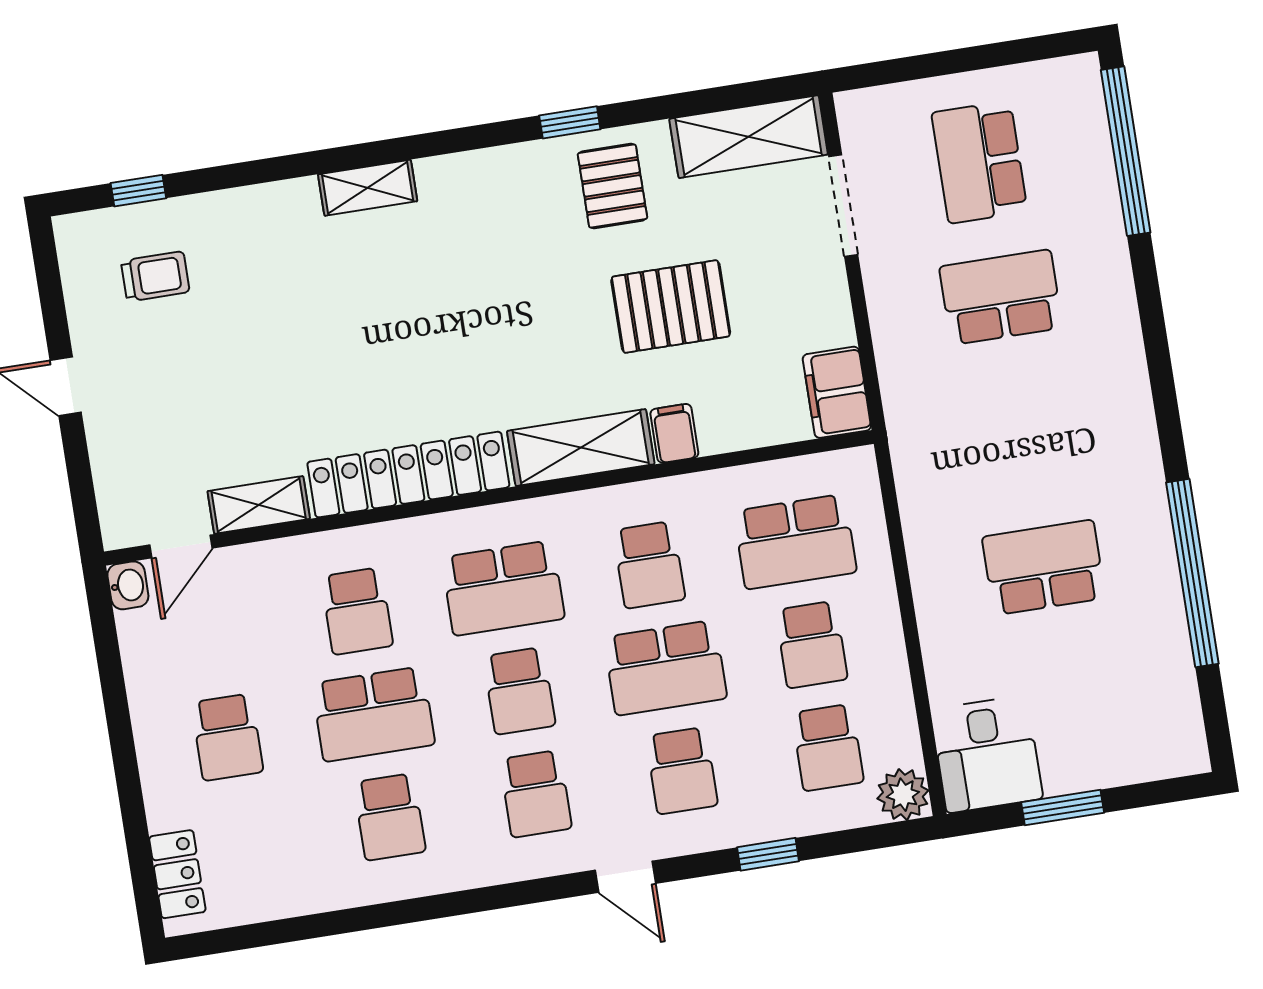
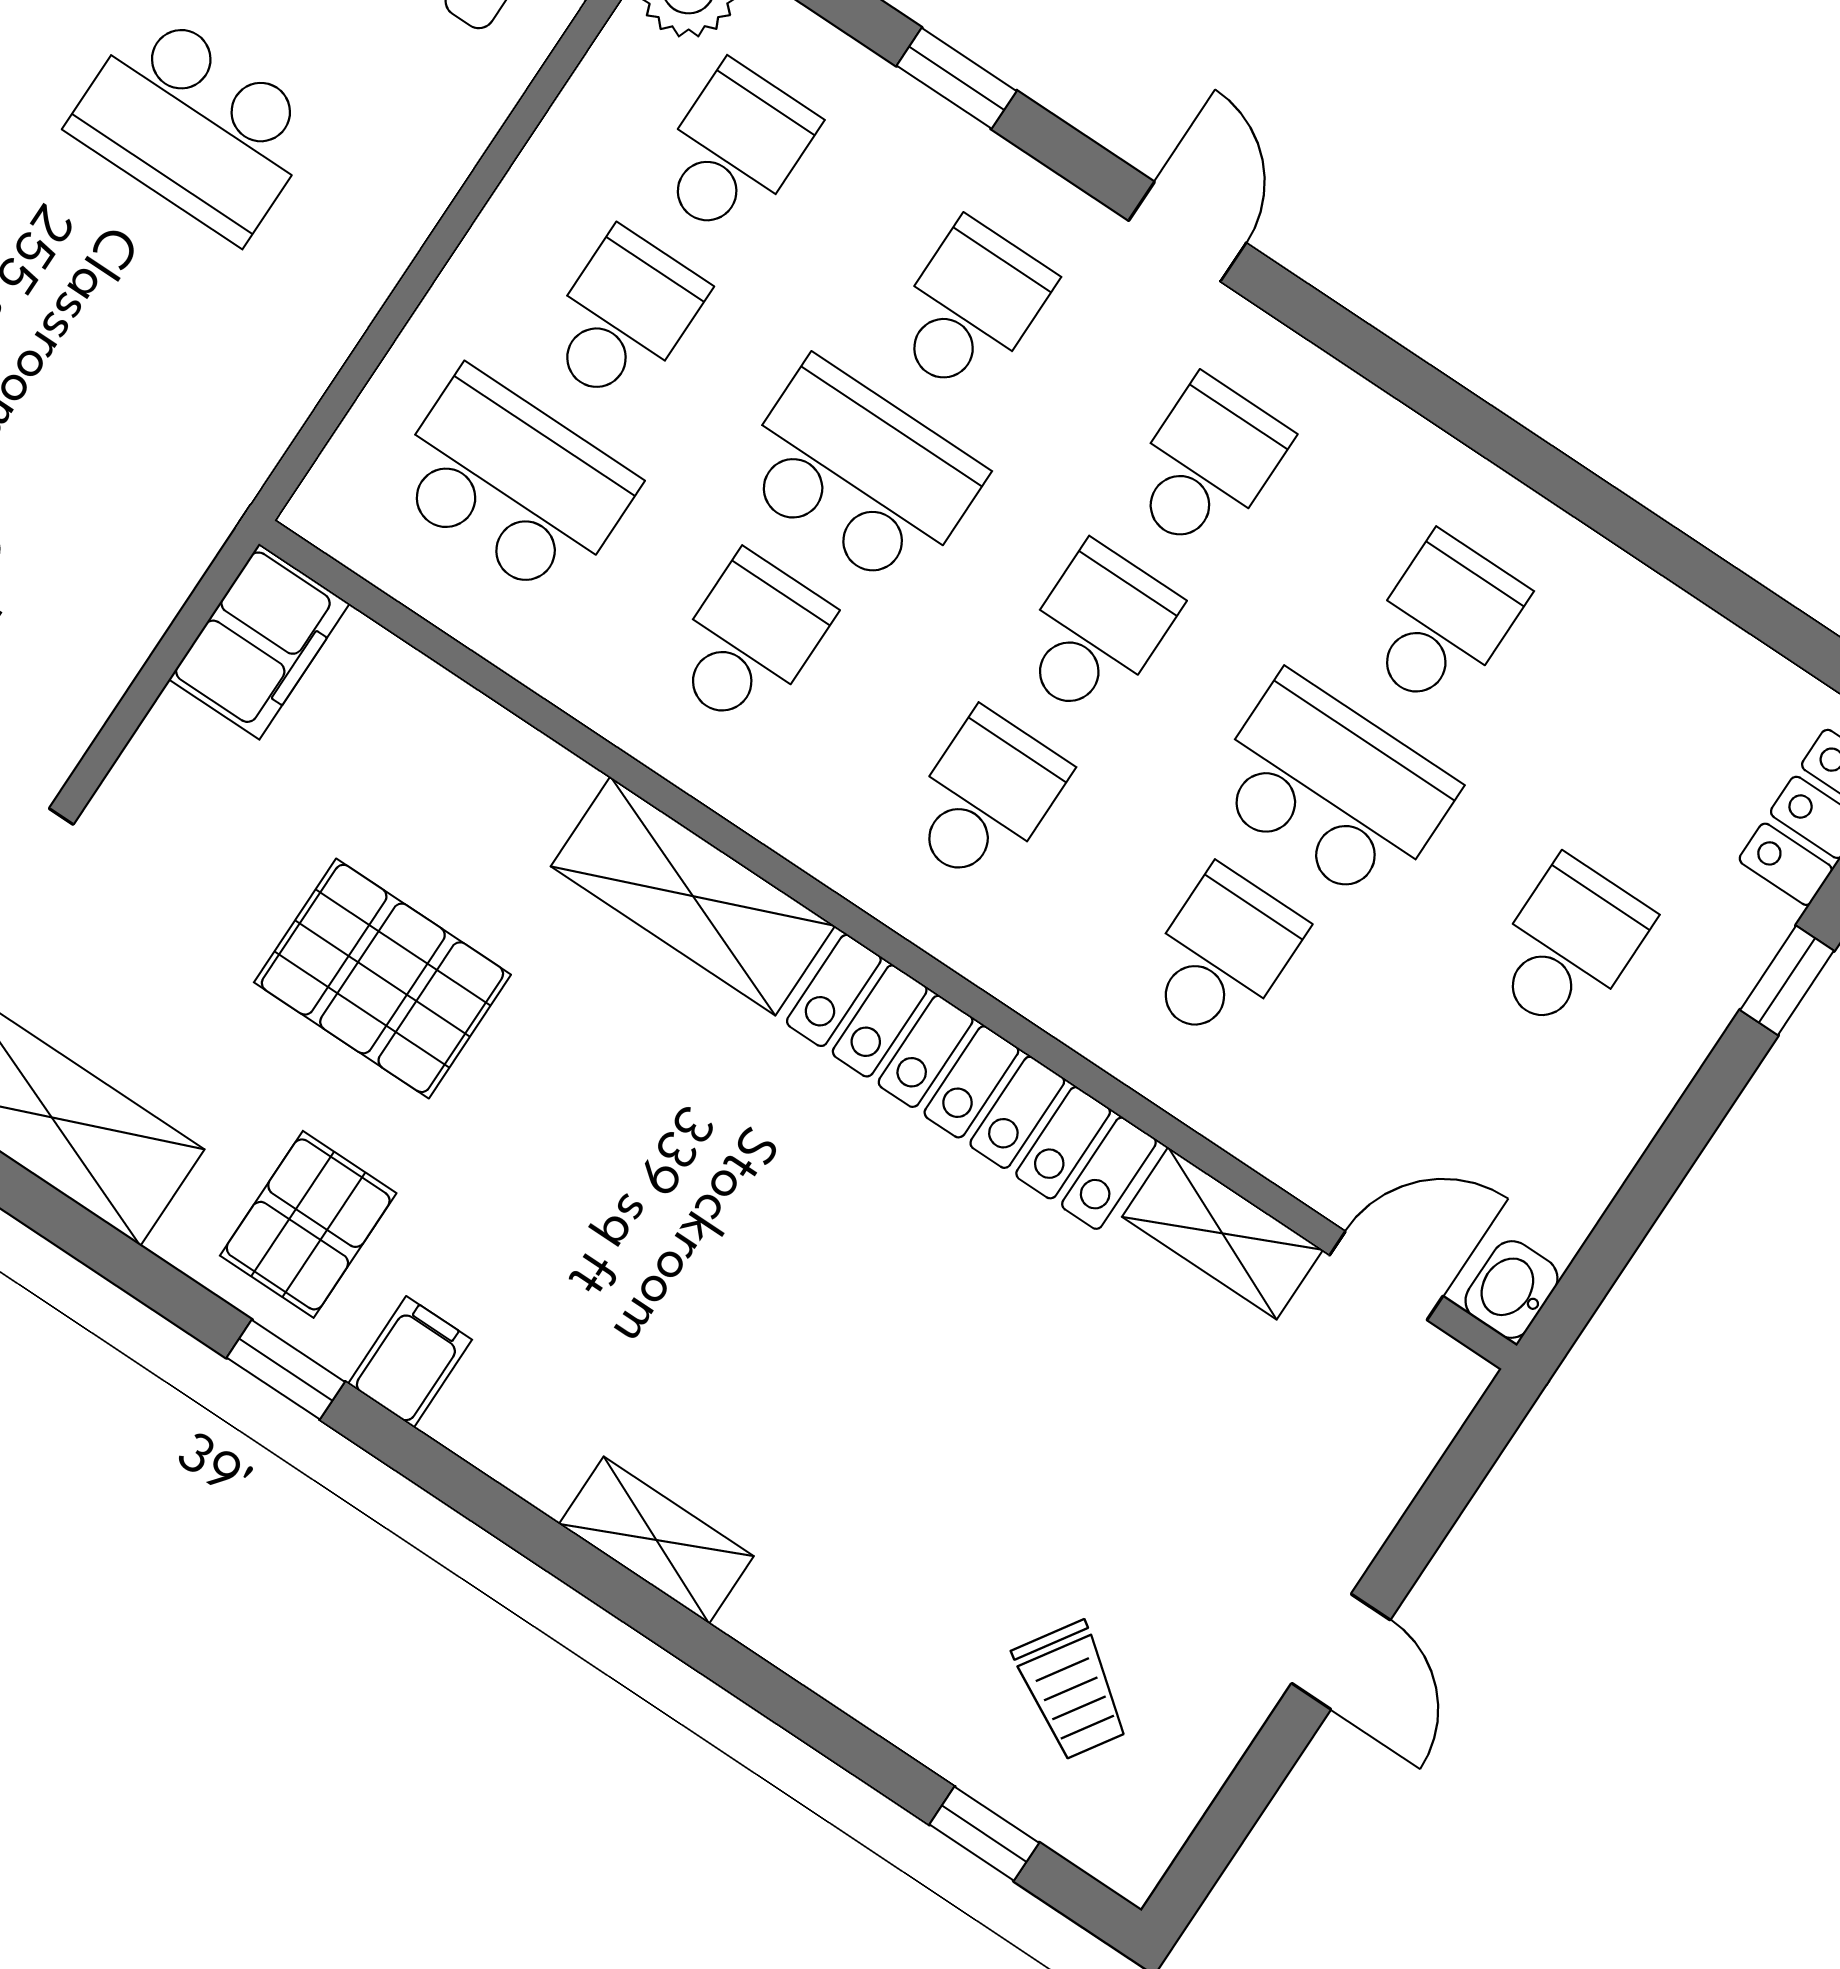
trolley: (155, 276) -> (1071, 1691), turned -147
filing cabinet: (674, 433) -> (410, 1362), moved, turned 180
school desk: (503, 588) -> (985, 799), width x0.54
window: (131, 801) -> (1787, 980), added

